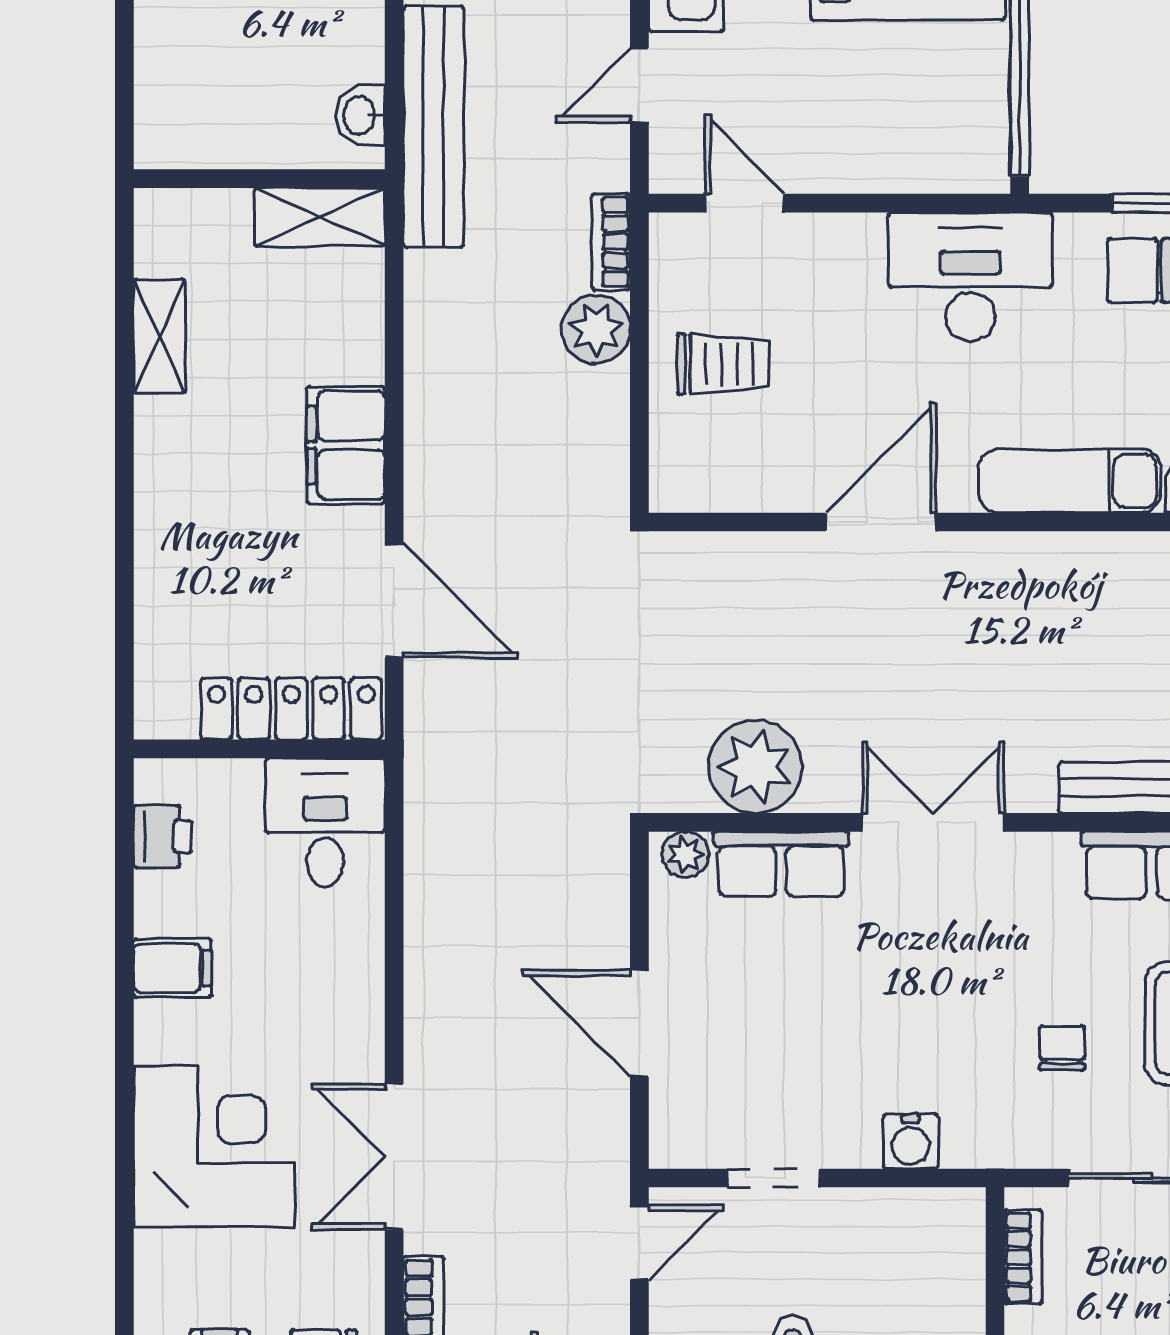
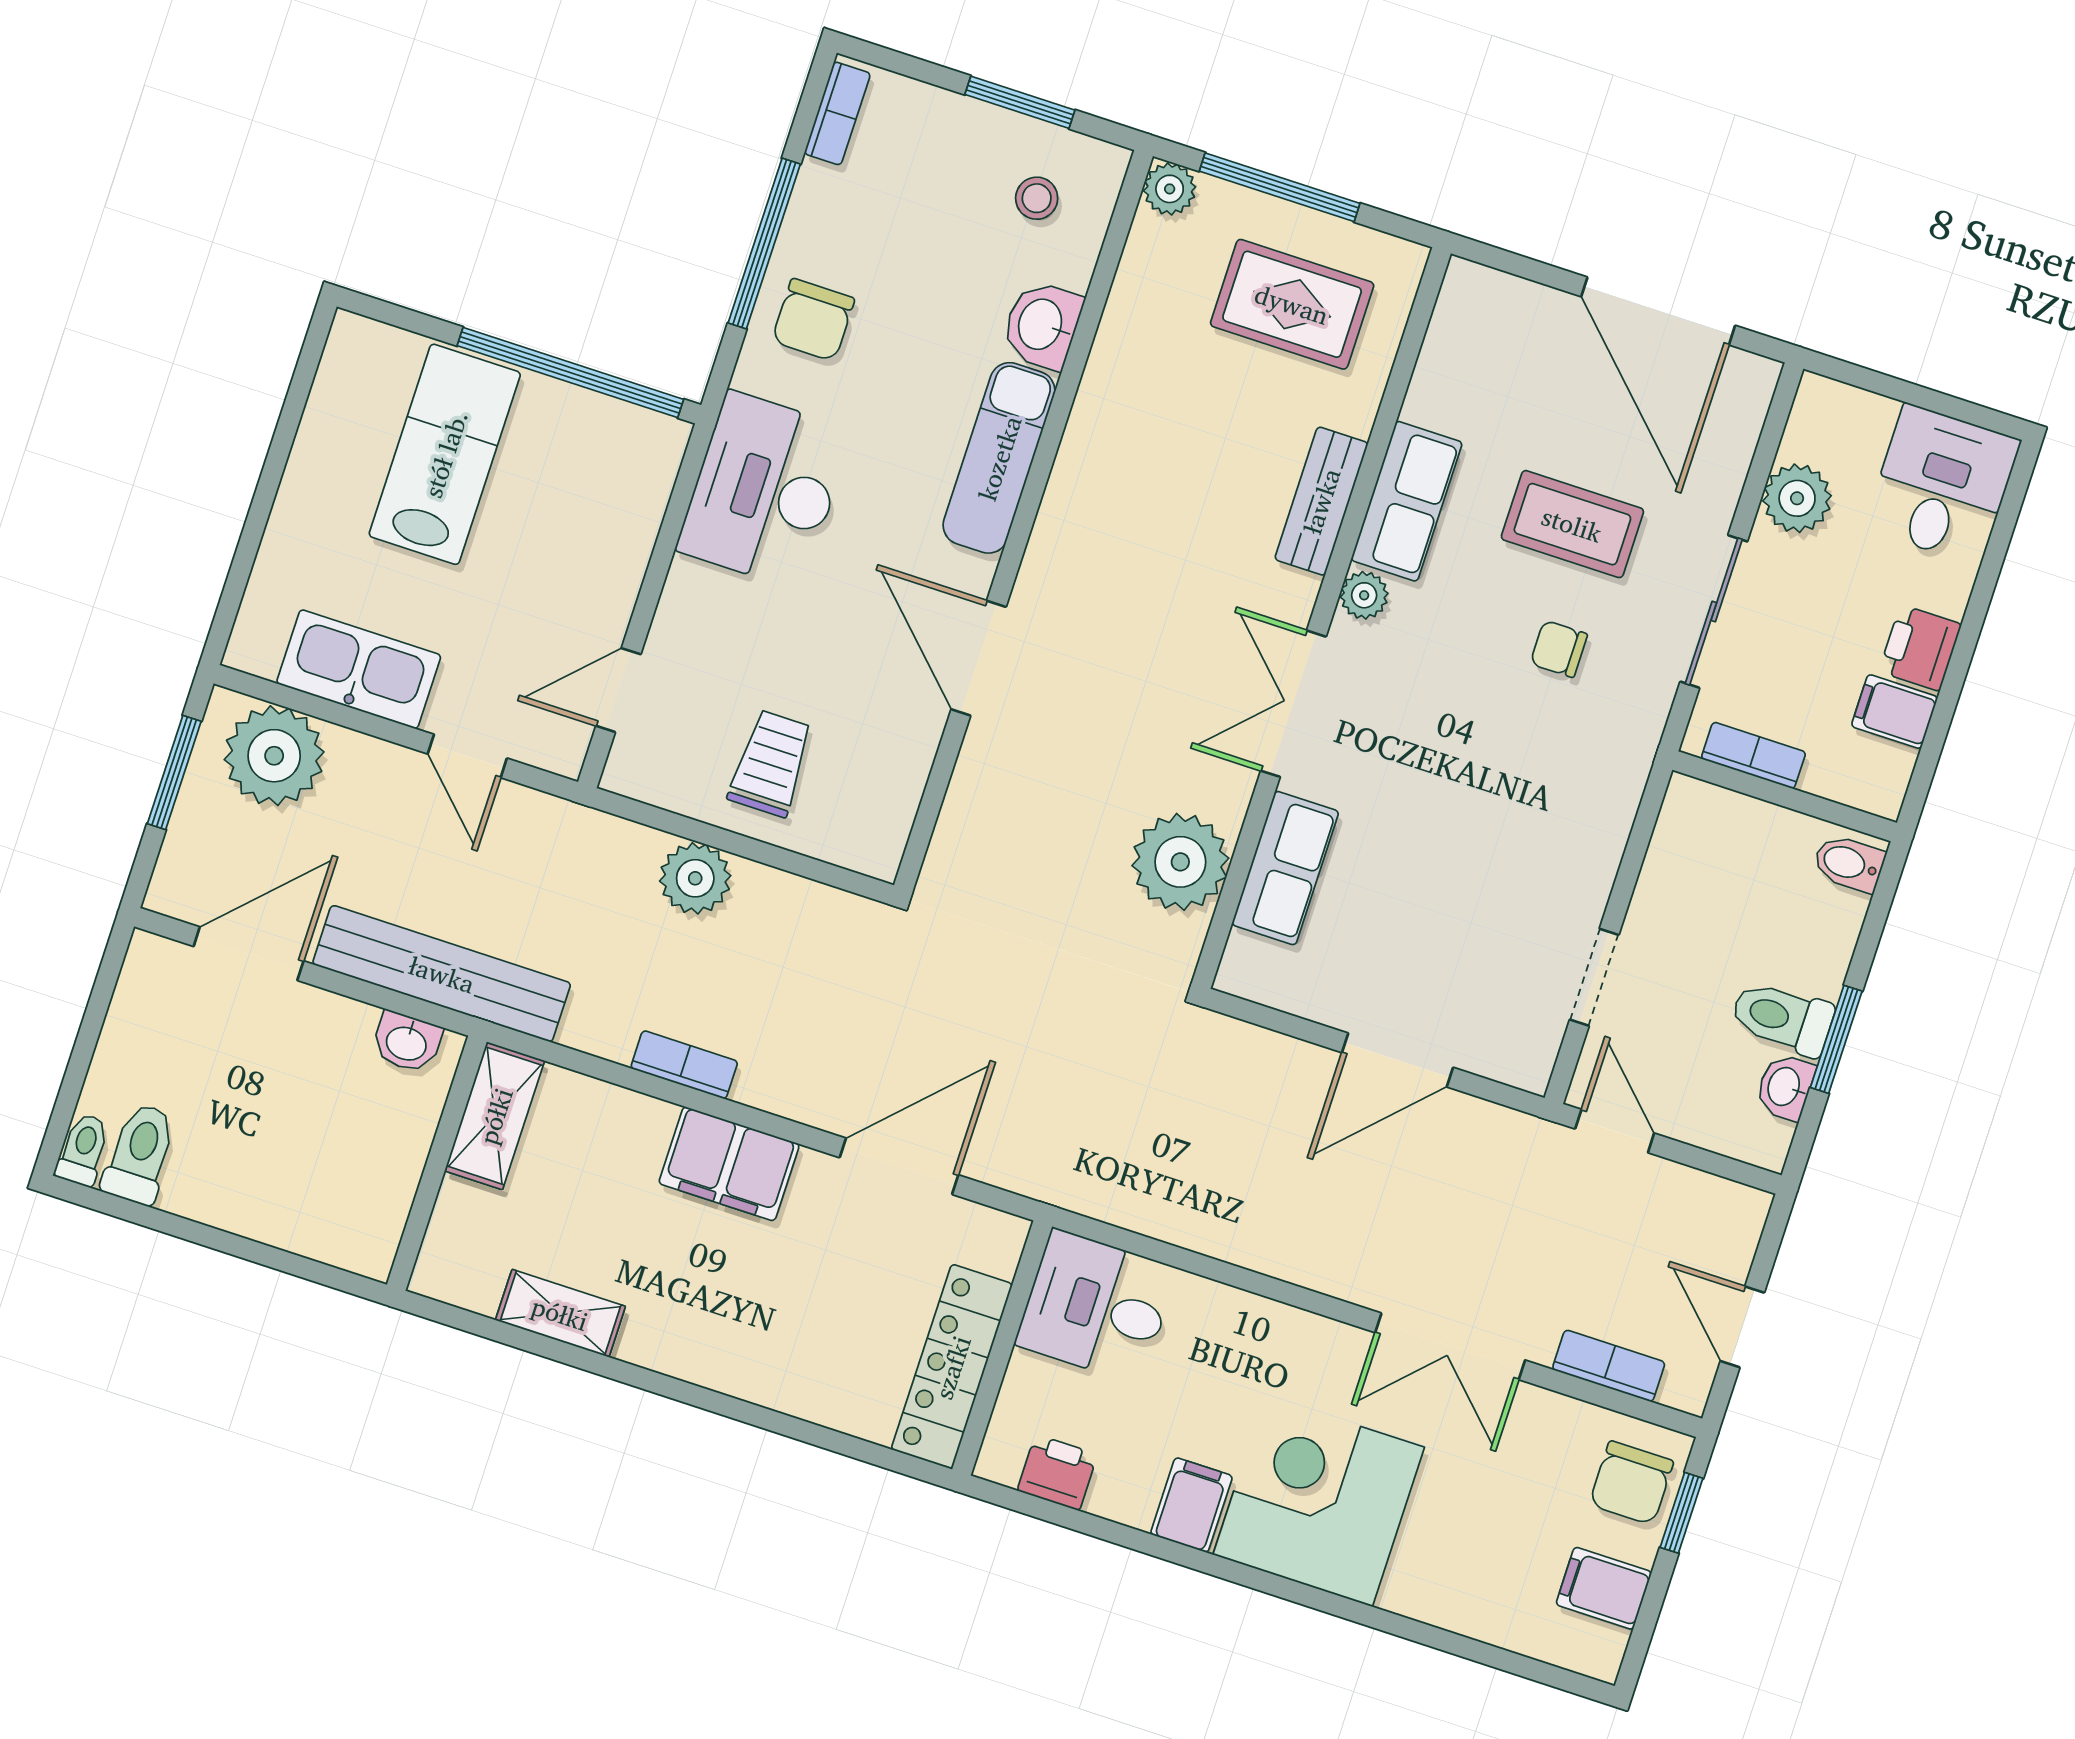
bookcase: (611, 242) -> (684, 1065), moved, turned 180
locker: (291, 709) -> (952, 1367), moved
plant: (685, 855) -> (1364, 595), moved
water cooler: (911, 1141) -> (1602, 829), removed
corner desk: (214, 1147) -> (1319, 1501), moved

